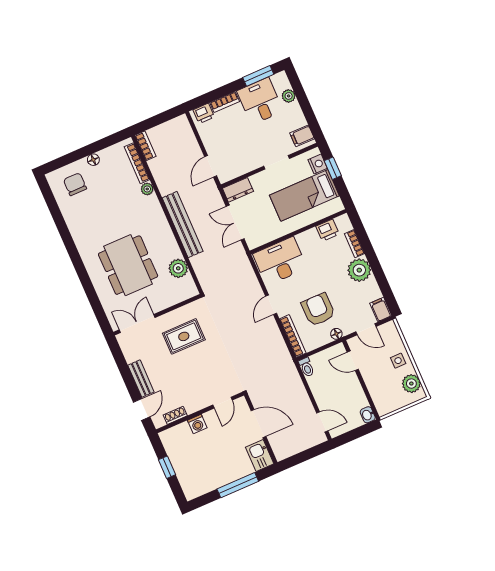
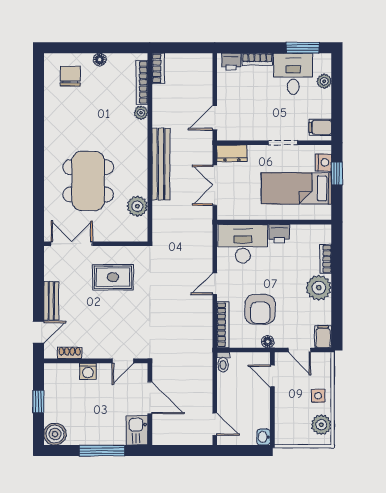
printer: (328, 230) -> (279, 234), moved
armchair: (318, 310) -> (260, 309), turned 180
boiler: (193, 488) -> (55, 434), added

